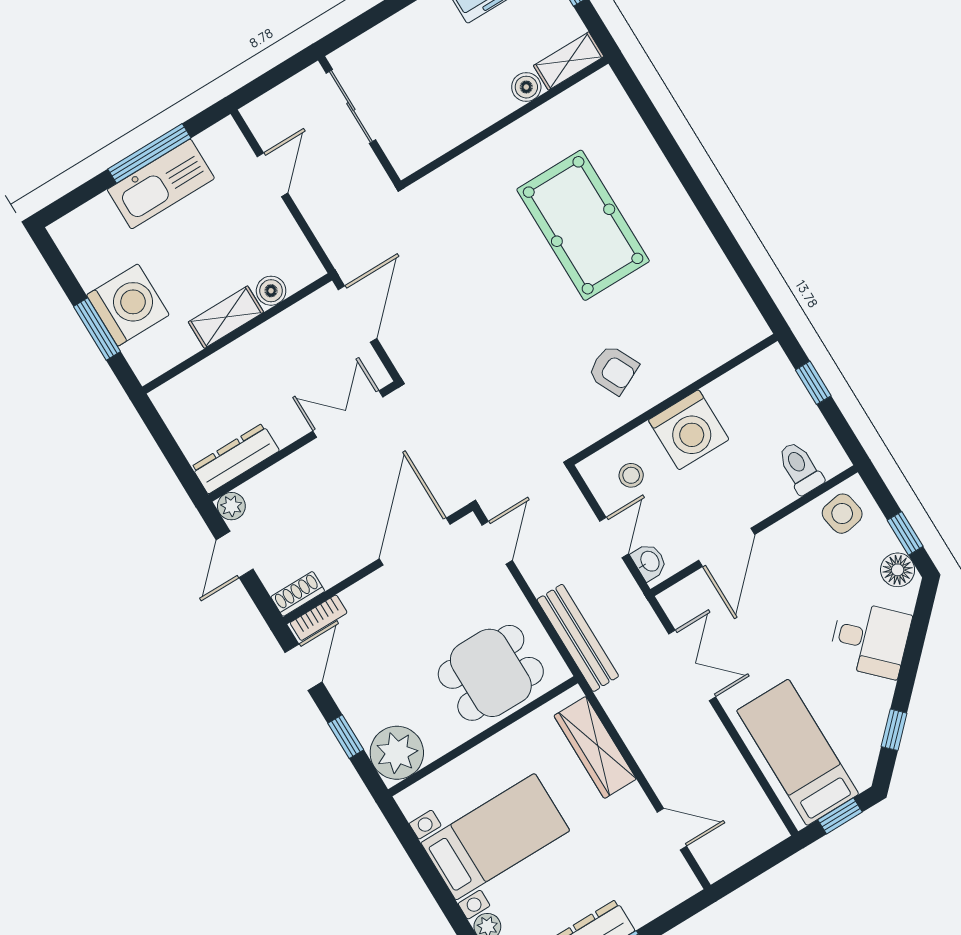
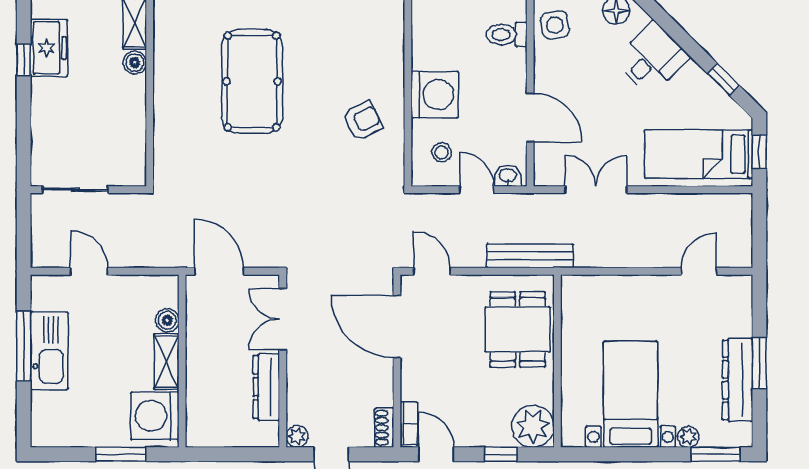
pool table: (583, 225) -> (252, 81), turned 90
washing machine: (128, 305) -> (155, 416), moved, turned -90
dresser: (235, 459) -> (266, 387), moved
wardrobe: (595, 747) -> (611, 290), removed

